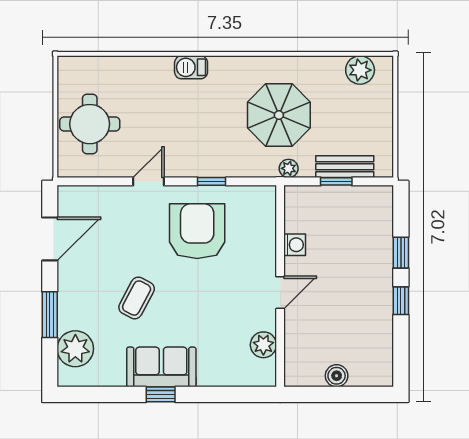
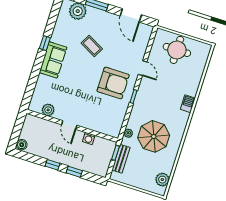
washing machine: (295, 245) -> (89, 138), moved
wall: (280, 286) -> (72, 126), moved
door: (280, 293) -> (69, 125), moved
plant: (263, 345) -> (48, 110), moved
sofa: (161, 367) -> (53, 60), moved
boiler: (337, 376) -> (22, 145), moved

